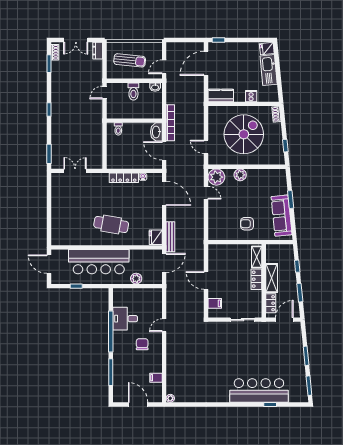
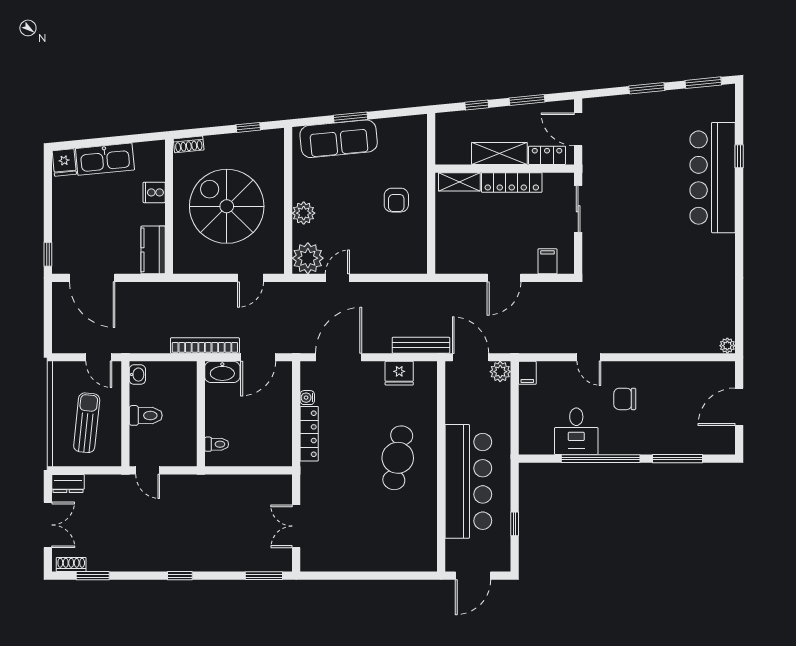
sofa: (282, 216) -> (339, 139), moved
fridge: (156, 237) -> (399, 373), moved
plant: (136, 279) -> (500, 372), moved
locker: (256, 279) -> (512, 182), width x1.53
filing cabinet: (156, 378) -> (527, 373), moved

